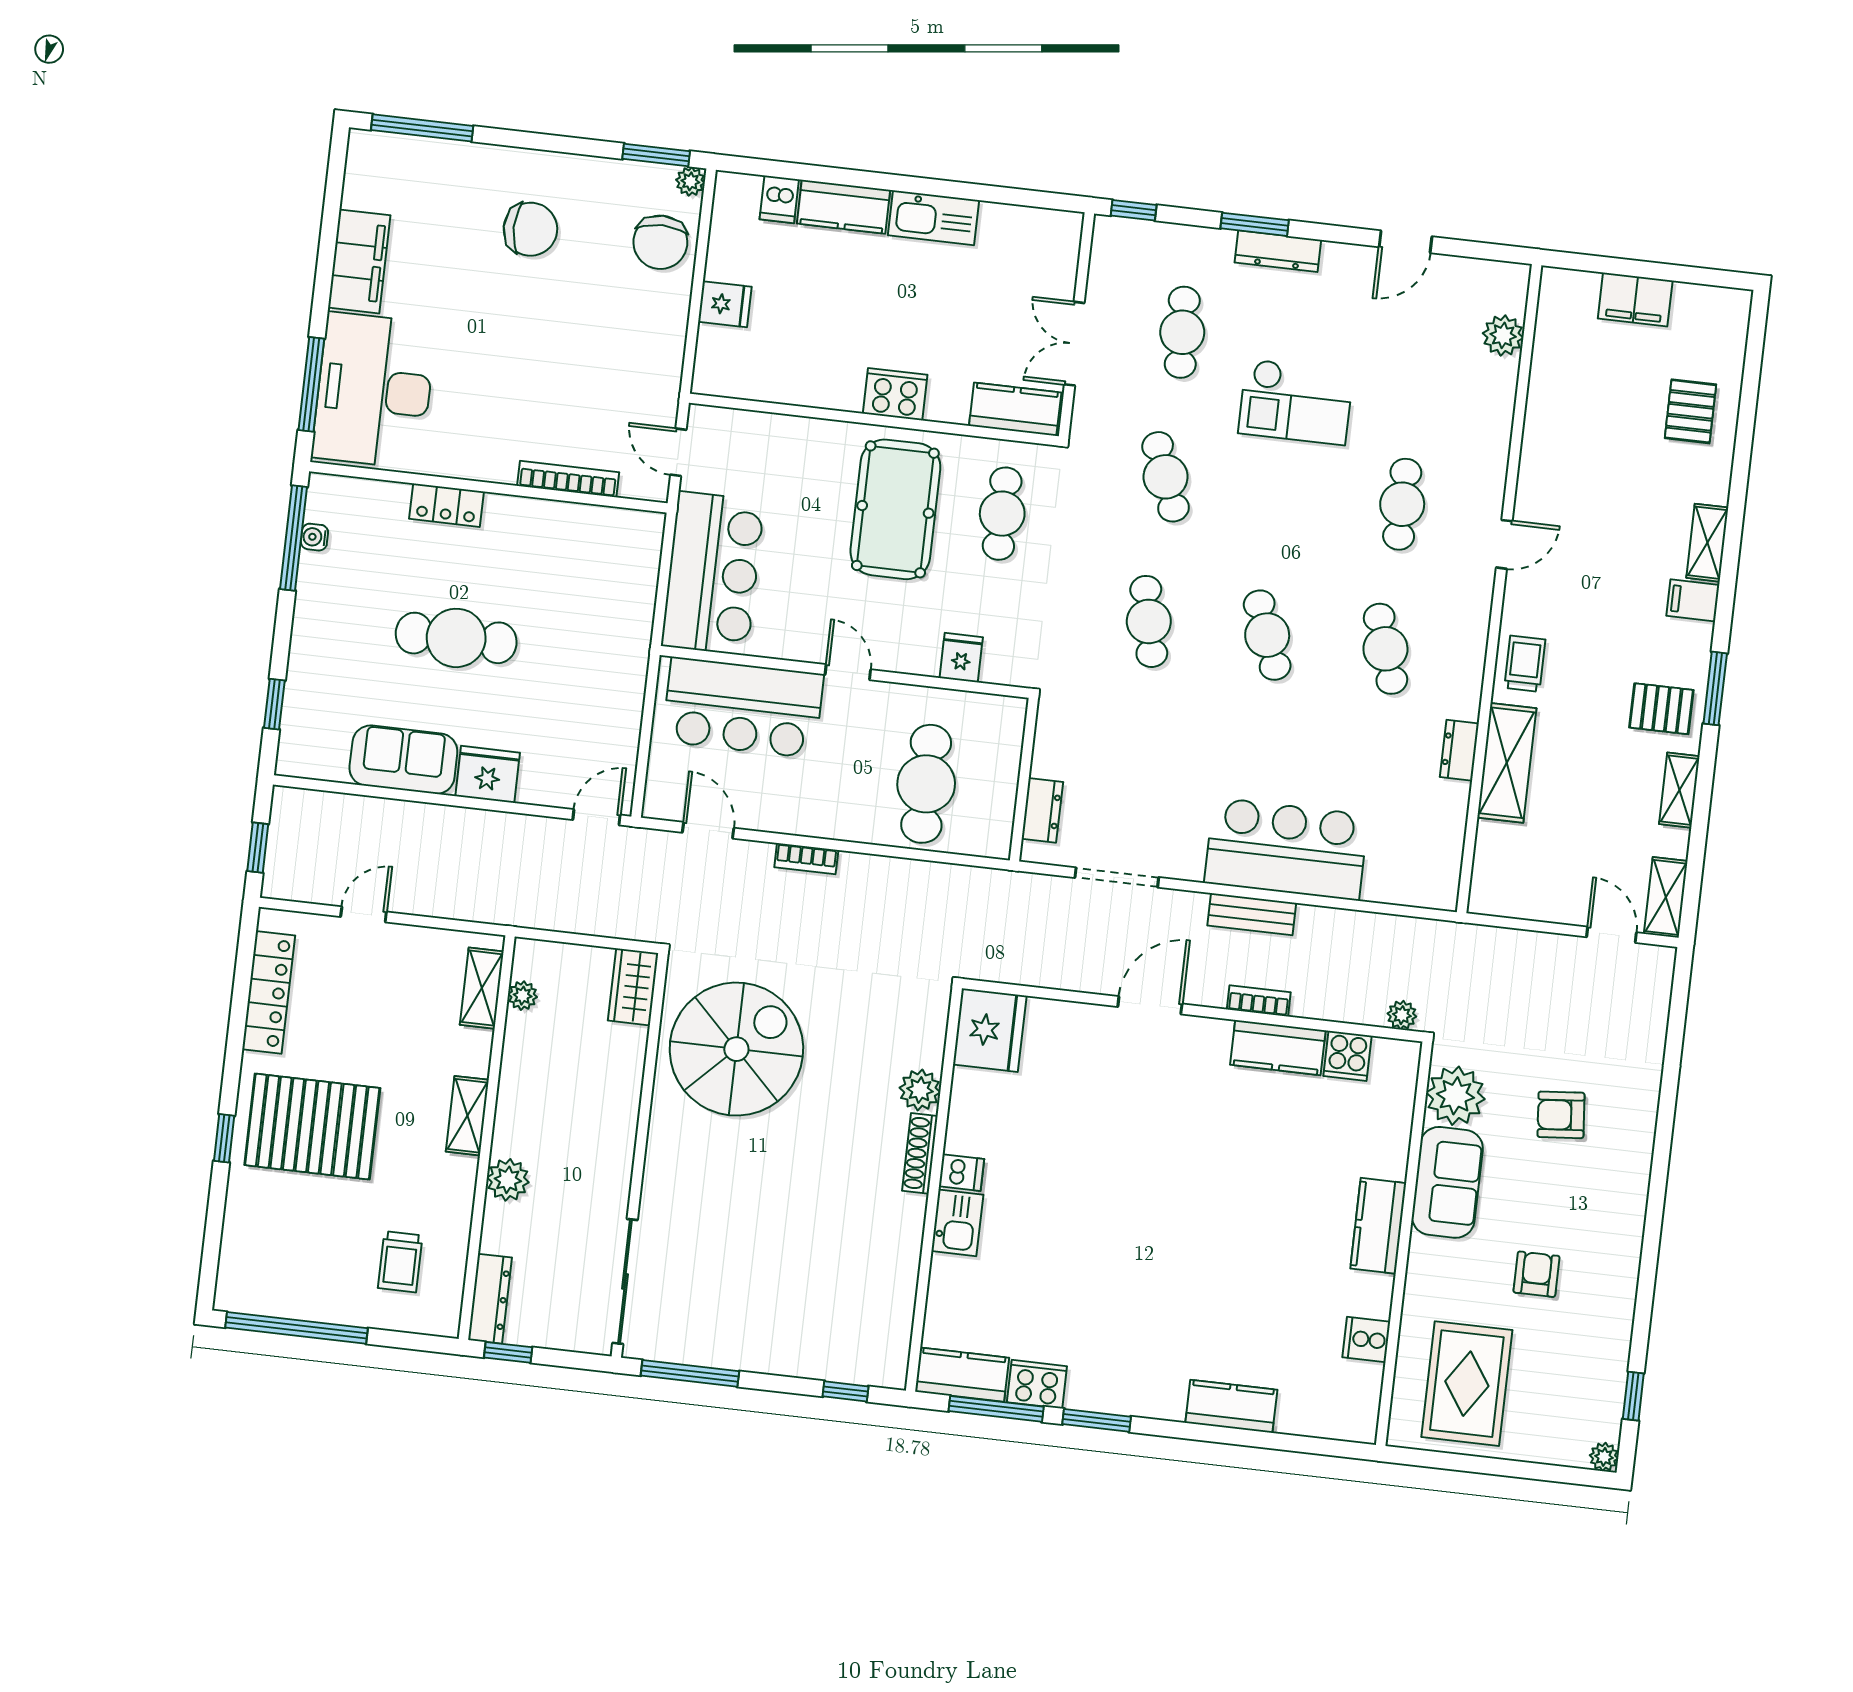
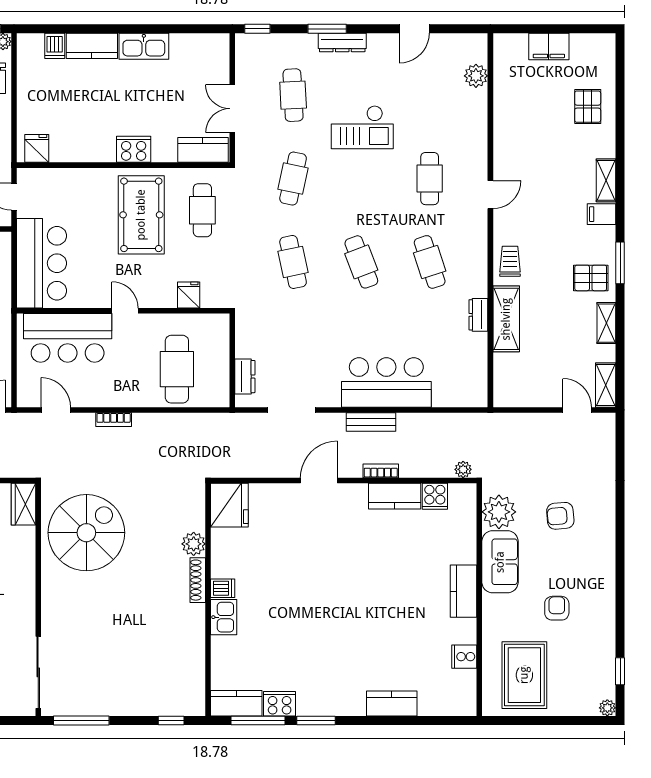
fridge: (725, 304) -> (37, 148), moved, turned -90
cafe table: (1166, 477) -> (293, 179), turned 33

